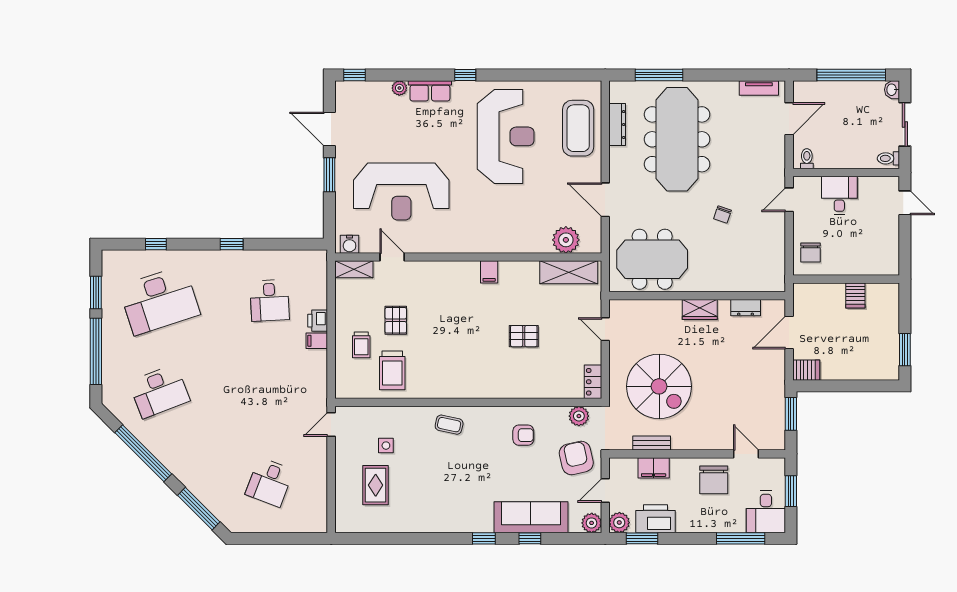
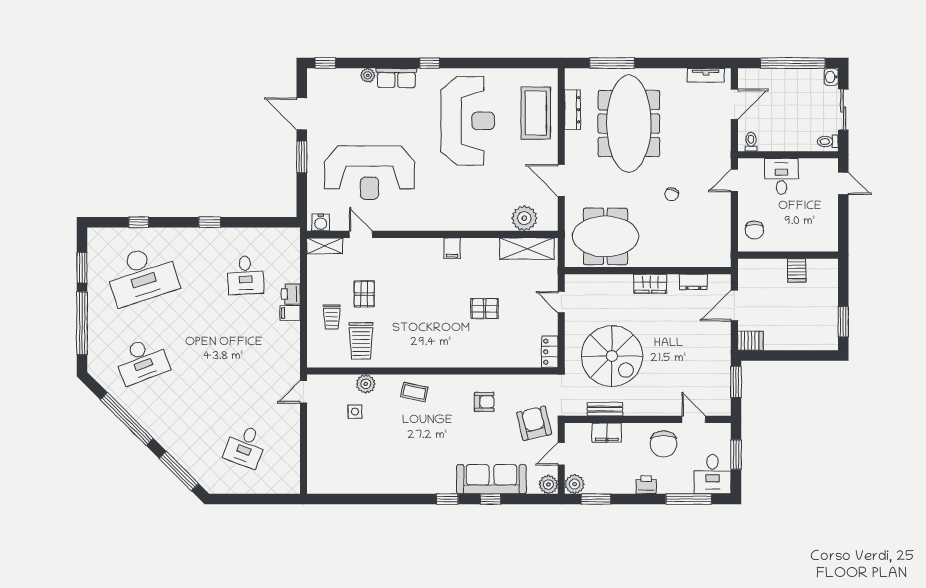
plant: (579, 416) -> (366, 384), moved
rug: (376, 485) -> (345, 449), removed
printer: (655, 519) -> (646, 485), moved, width x0.53, depth x0.68

